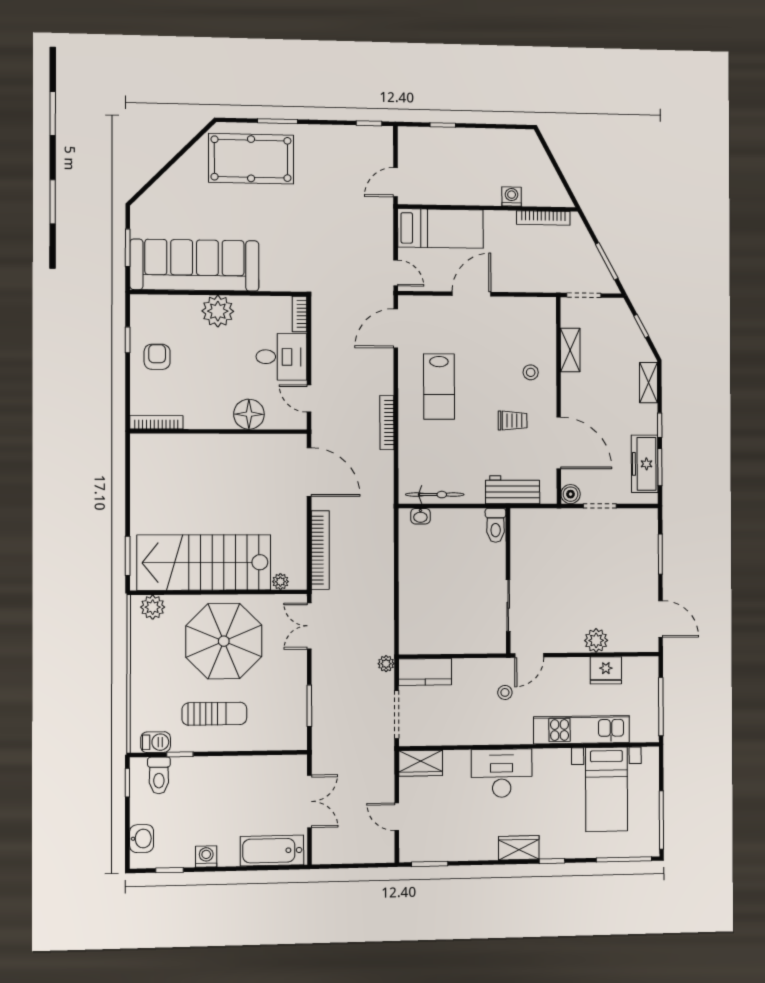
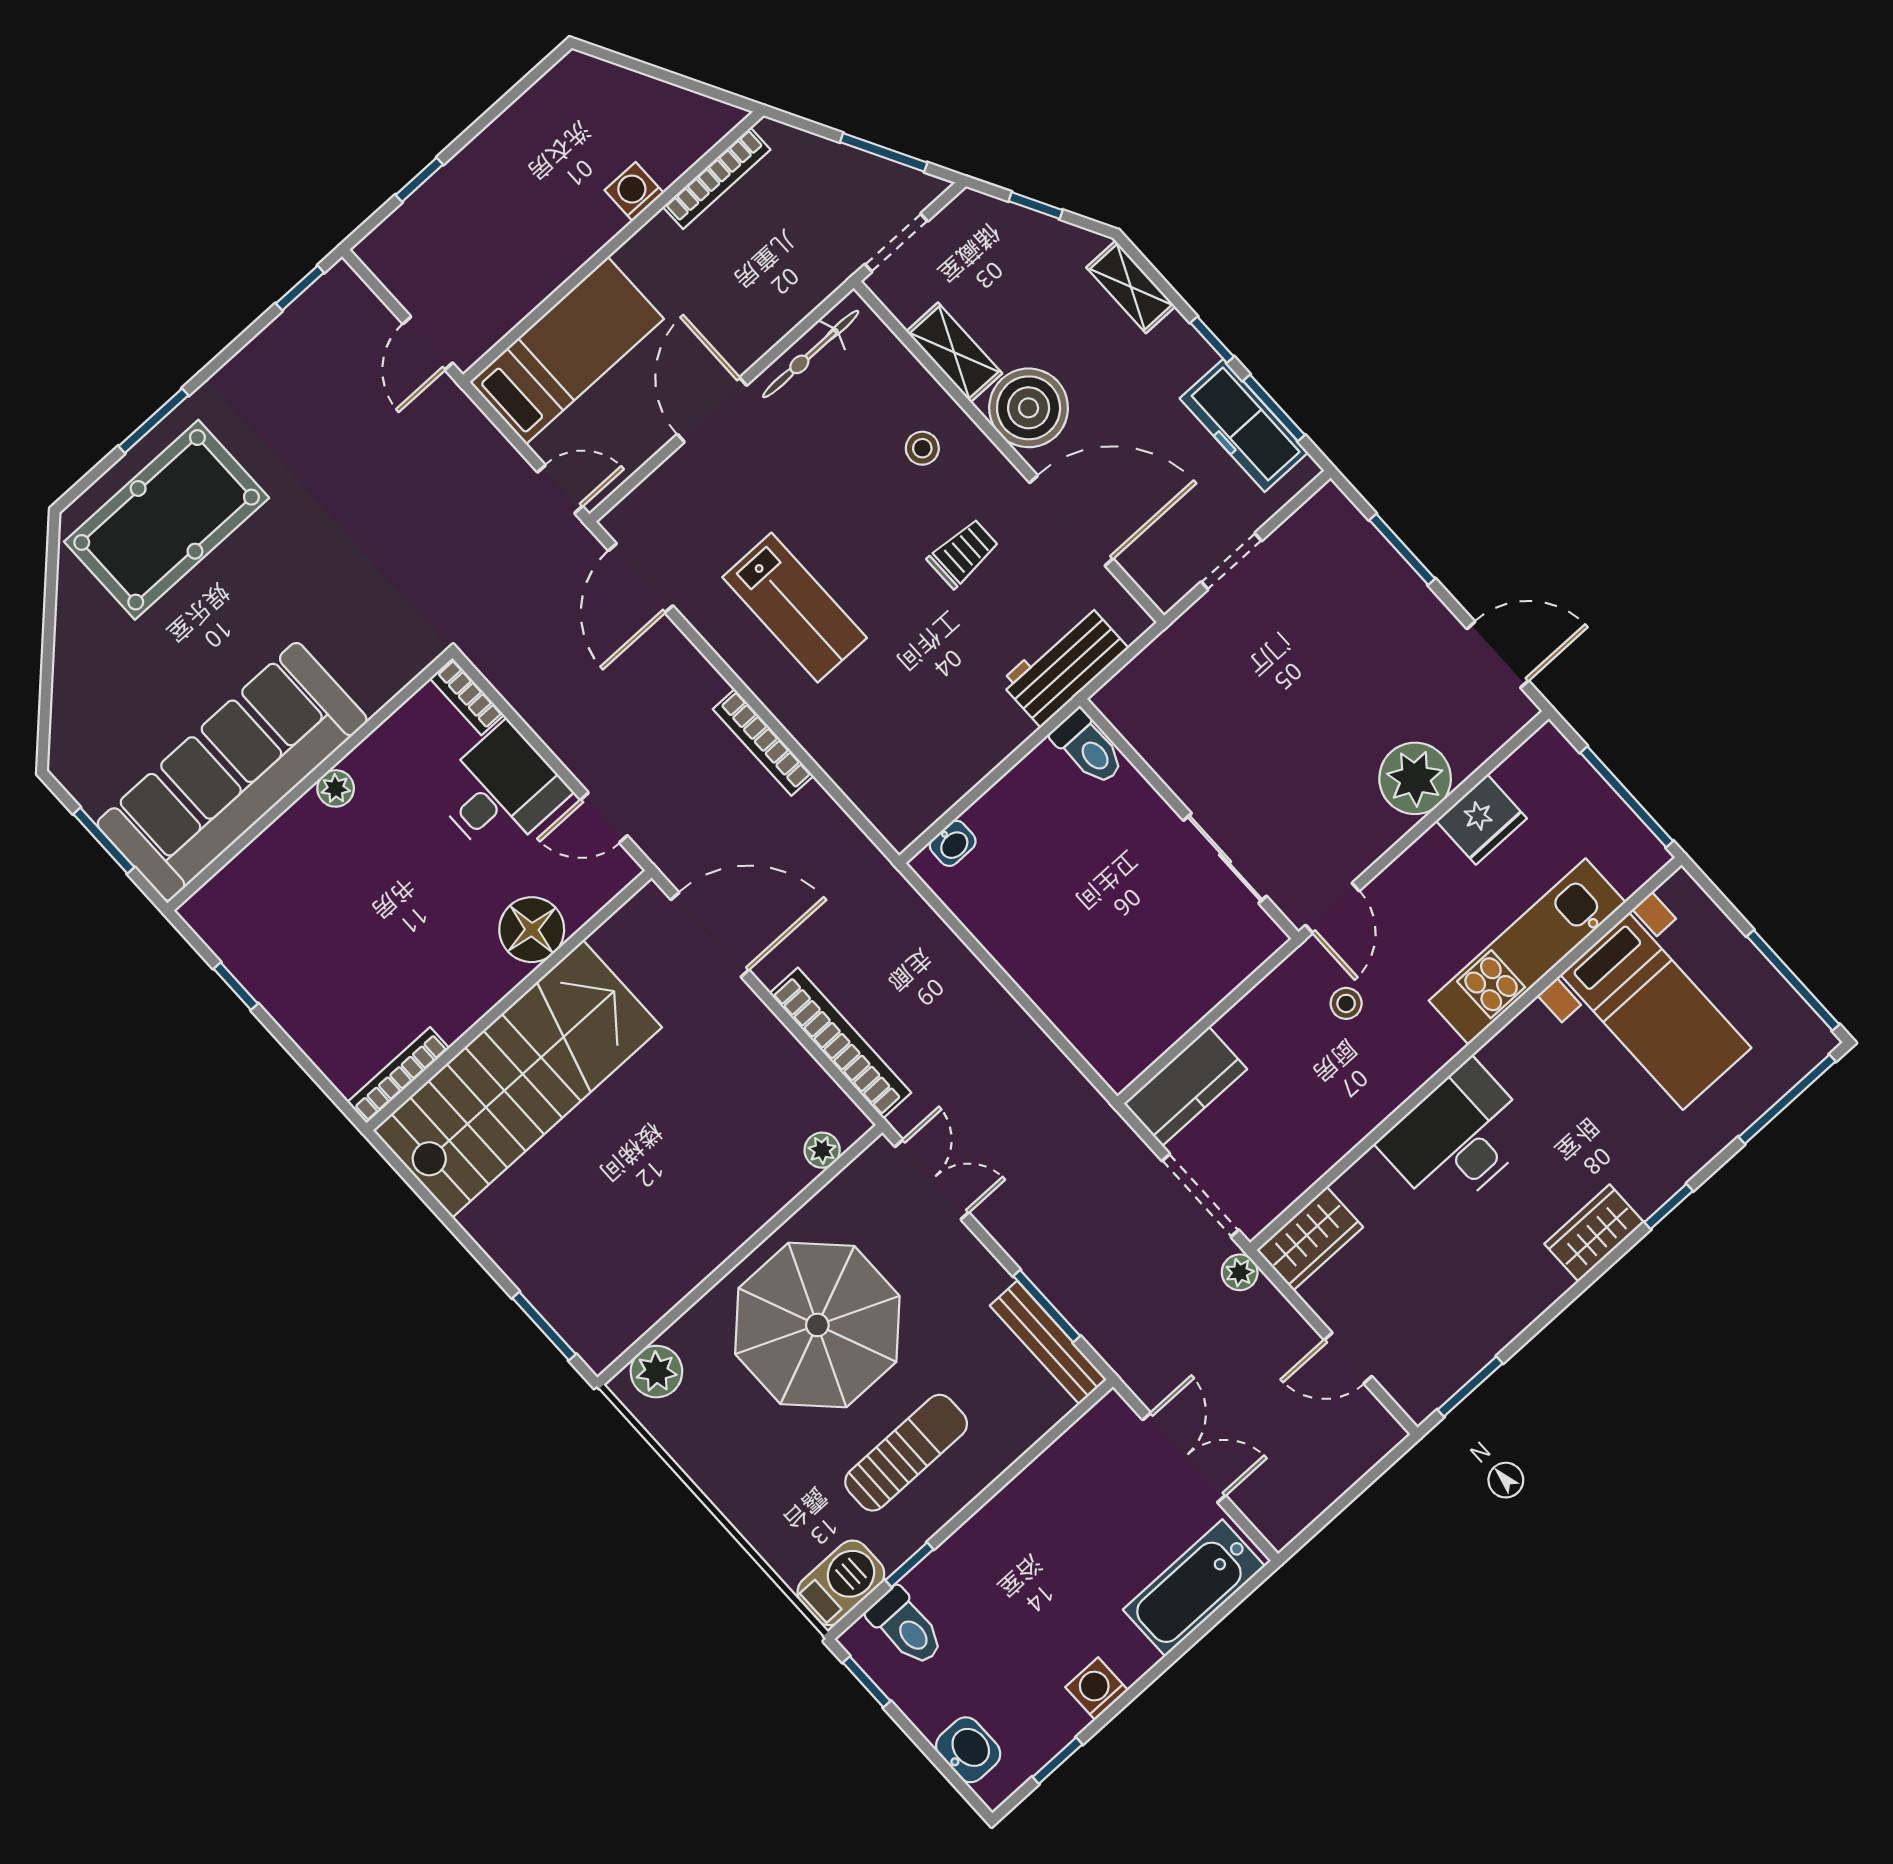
plant: (218, 311) -> (336, 788), width x0.53, depth x0.53
armchair: (157, 357) -> (306, 971), removed
boiler: (571, 494) -> (1029, 408), moved, width x1.86, depth x1.86
bicycle: (435, 495) -> (811, 354), moved, turned 180
stairs: (204, 562) -> (517, 1079), moved, turned 180
double door: (309, 626) -> (932, 1179), swing flipped
plant: (596, 640) -> (1415, 778), width x1.36, depth x1.36
plant: (386, 664) -> (1240, 1272), moved
bench: (298, 719) -> (1048, 1342), added
barbecue: (156, 742) -> (841, 1583), width x1.38, depth x1.27

